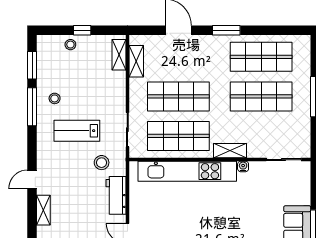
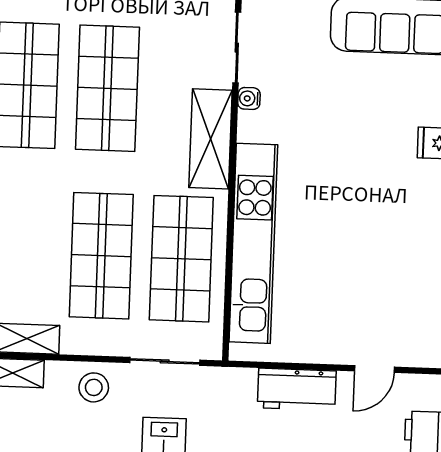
shelving: (230, 151) -> (210, 139), width x1.50, depth x1.33
stool: (102, 163) -> (94, 387), moved
water cooler: (243, 166) -> (249, 98), moved

